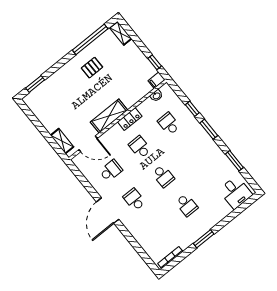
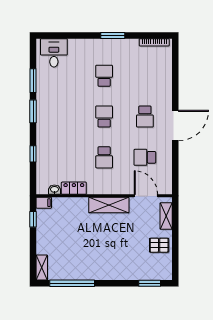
pallet: (92, 68) -> (159, 245), moved
locker: (130, 119) -> (74, 188), moved
school desk: (169, 124) -> (63, 157), removed
window: (209, 129) -> (33, 111), moved

